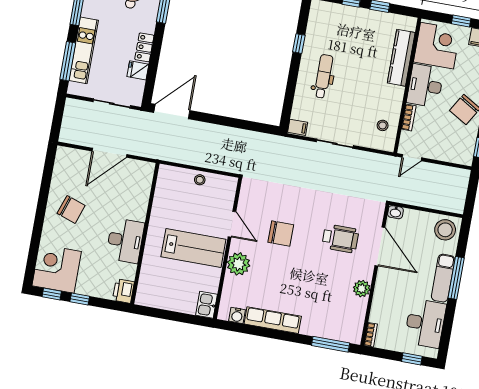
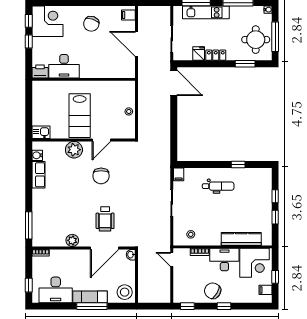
filing cabinet: (68, 157) -> (128, 15), added
desk: (125, 241) -> (64, 66), moved
row of seats: (273, 320) -> (38, 175), width x0.68

